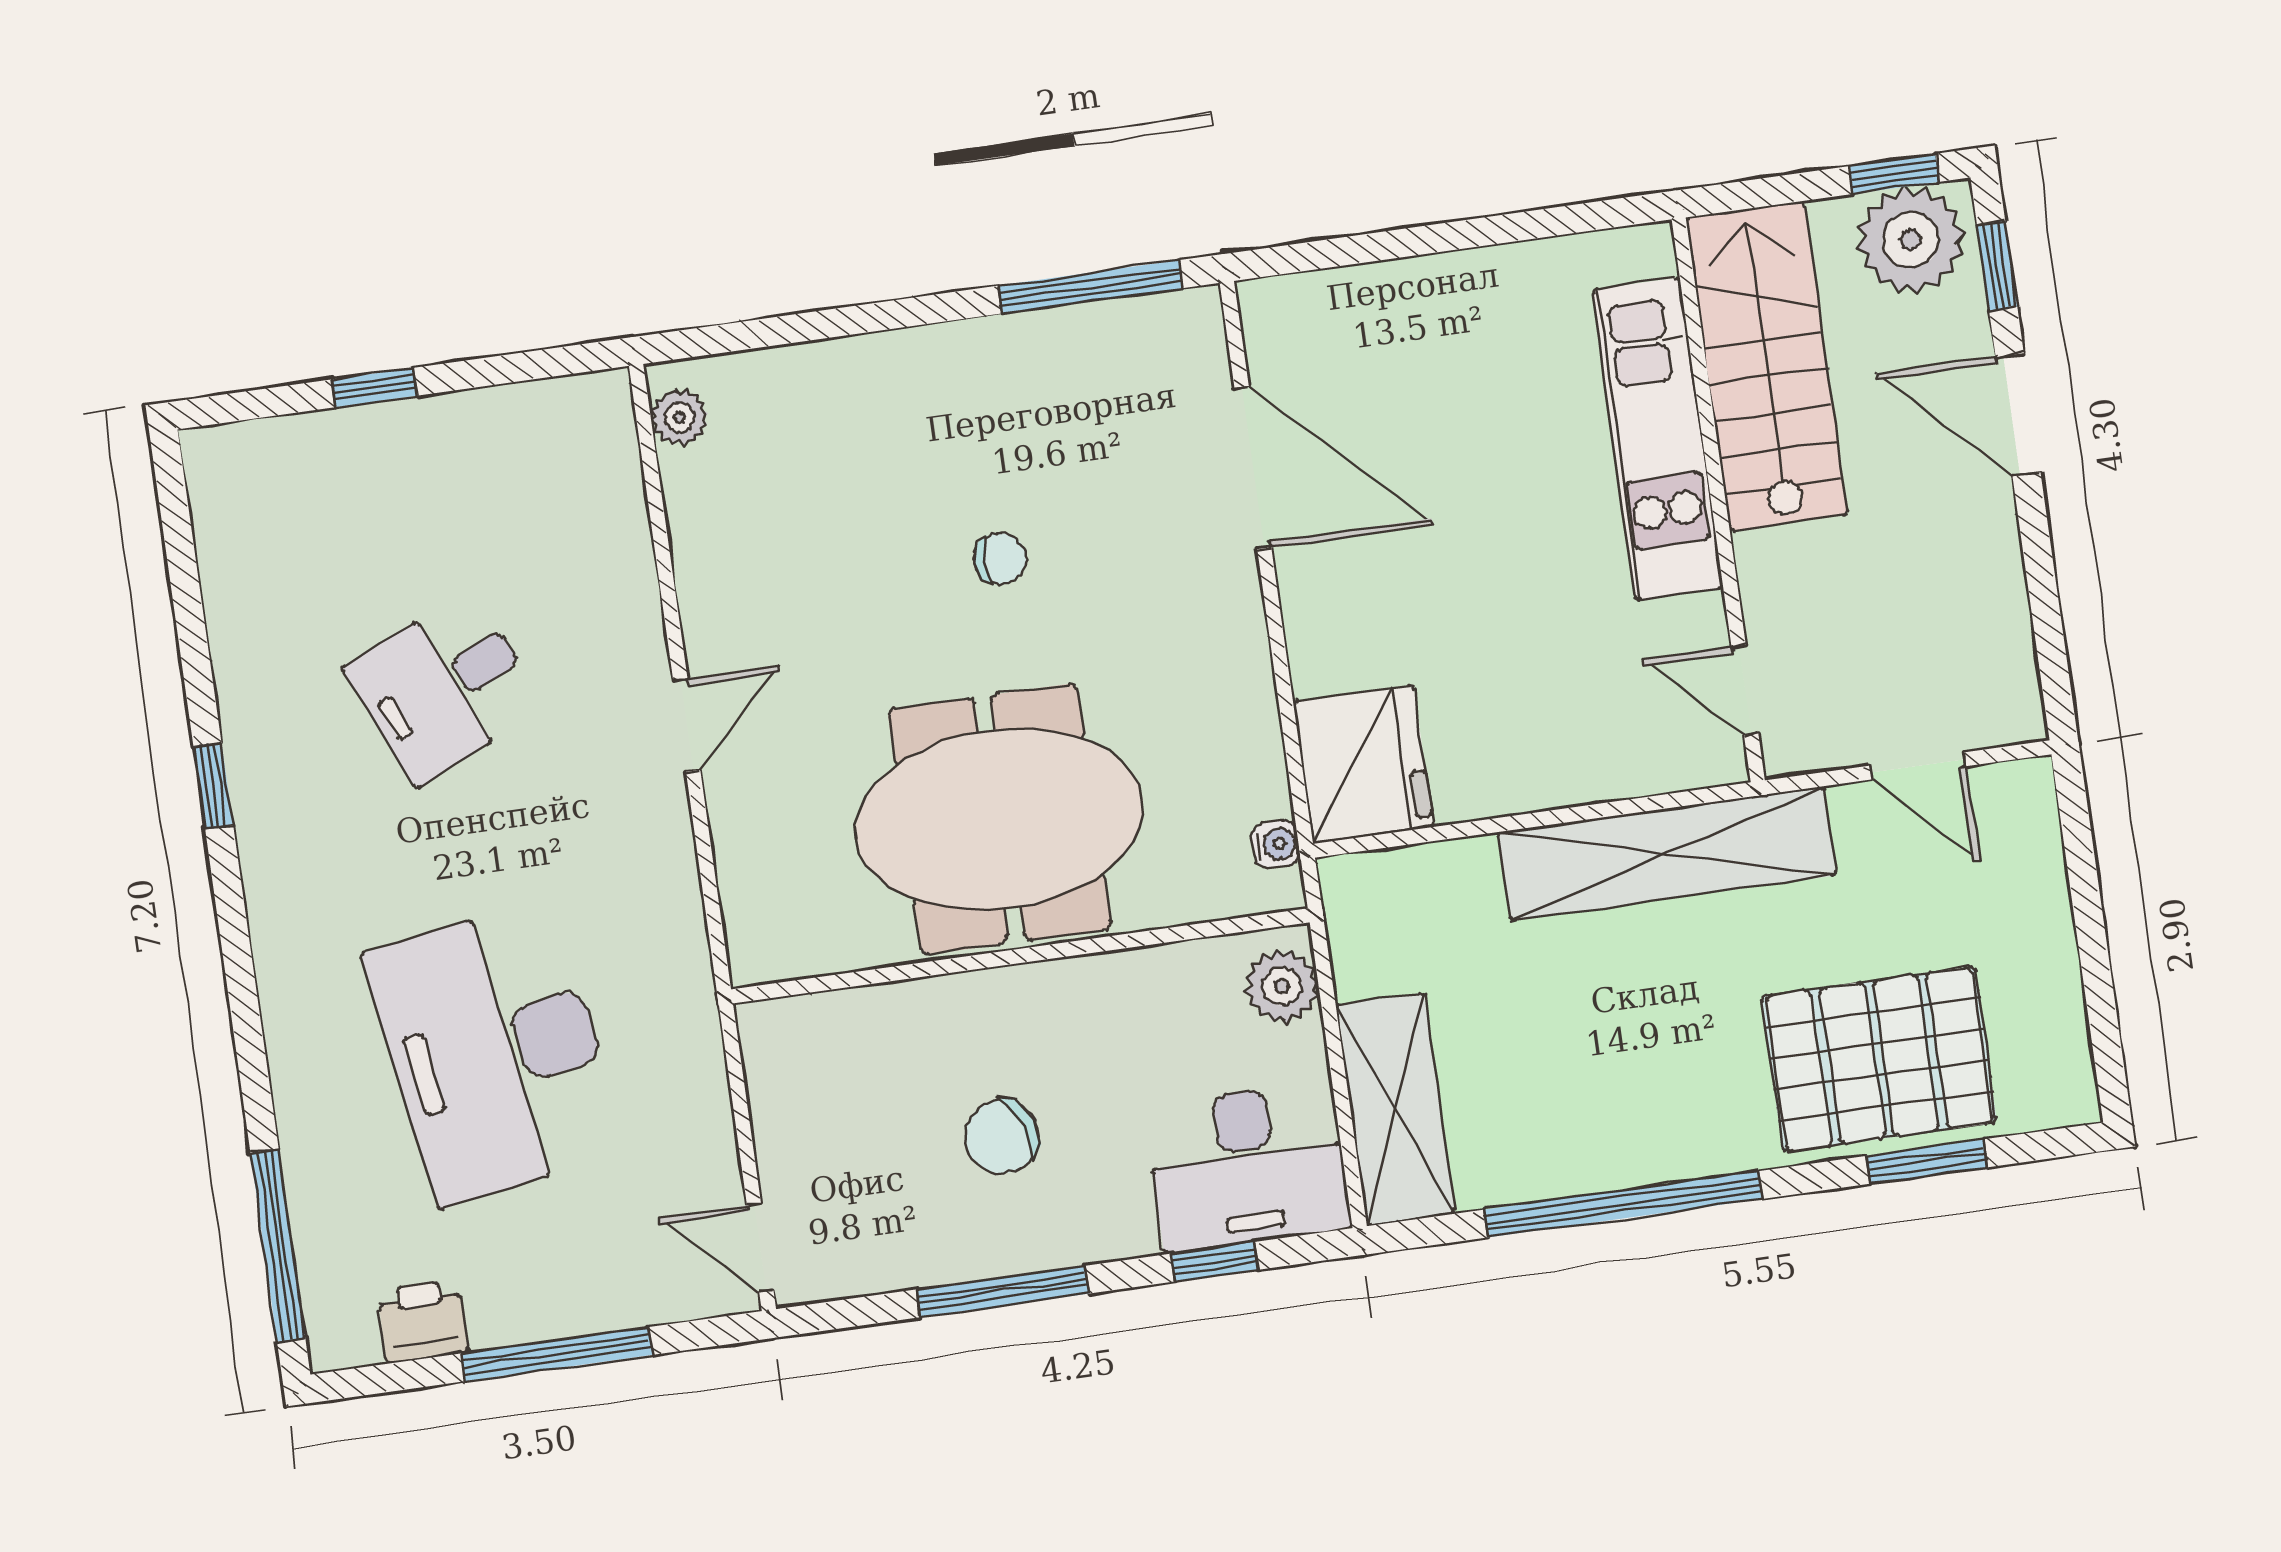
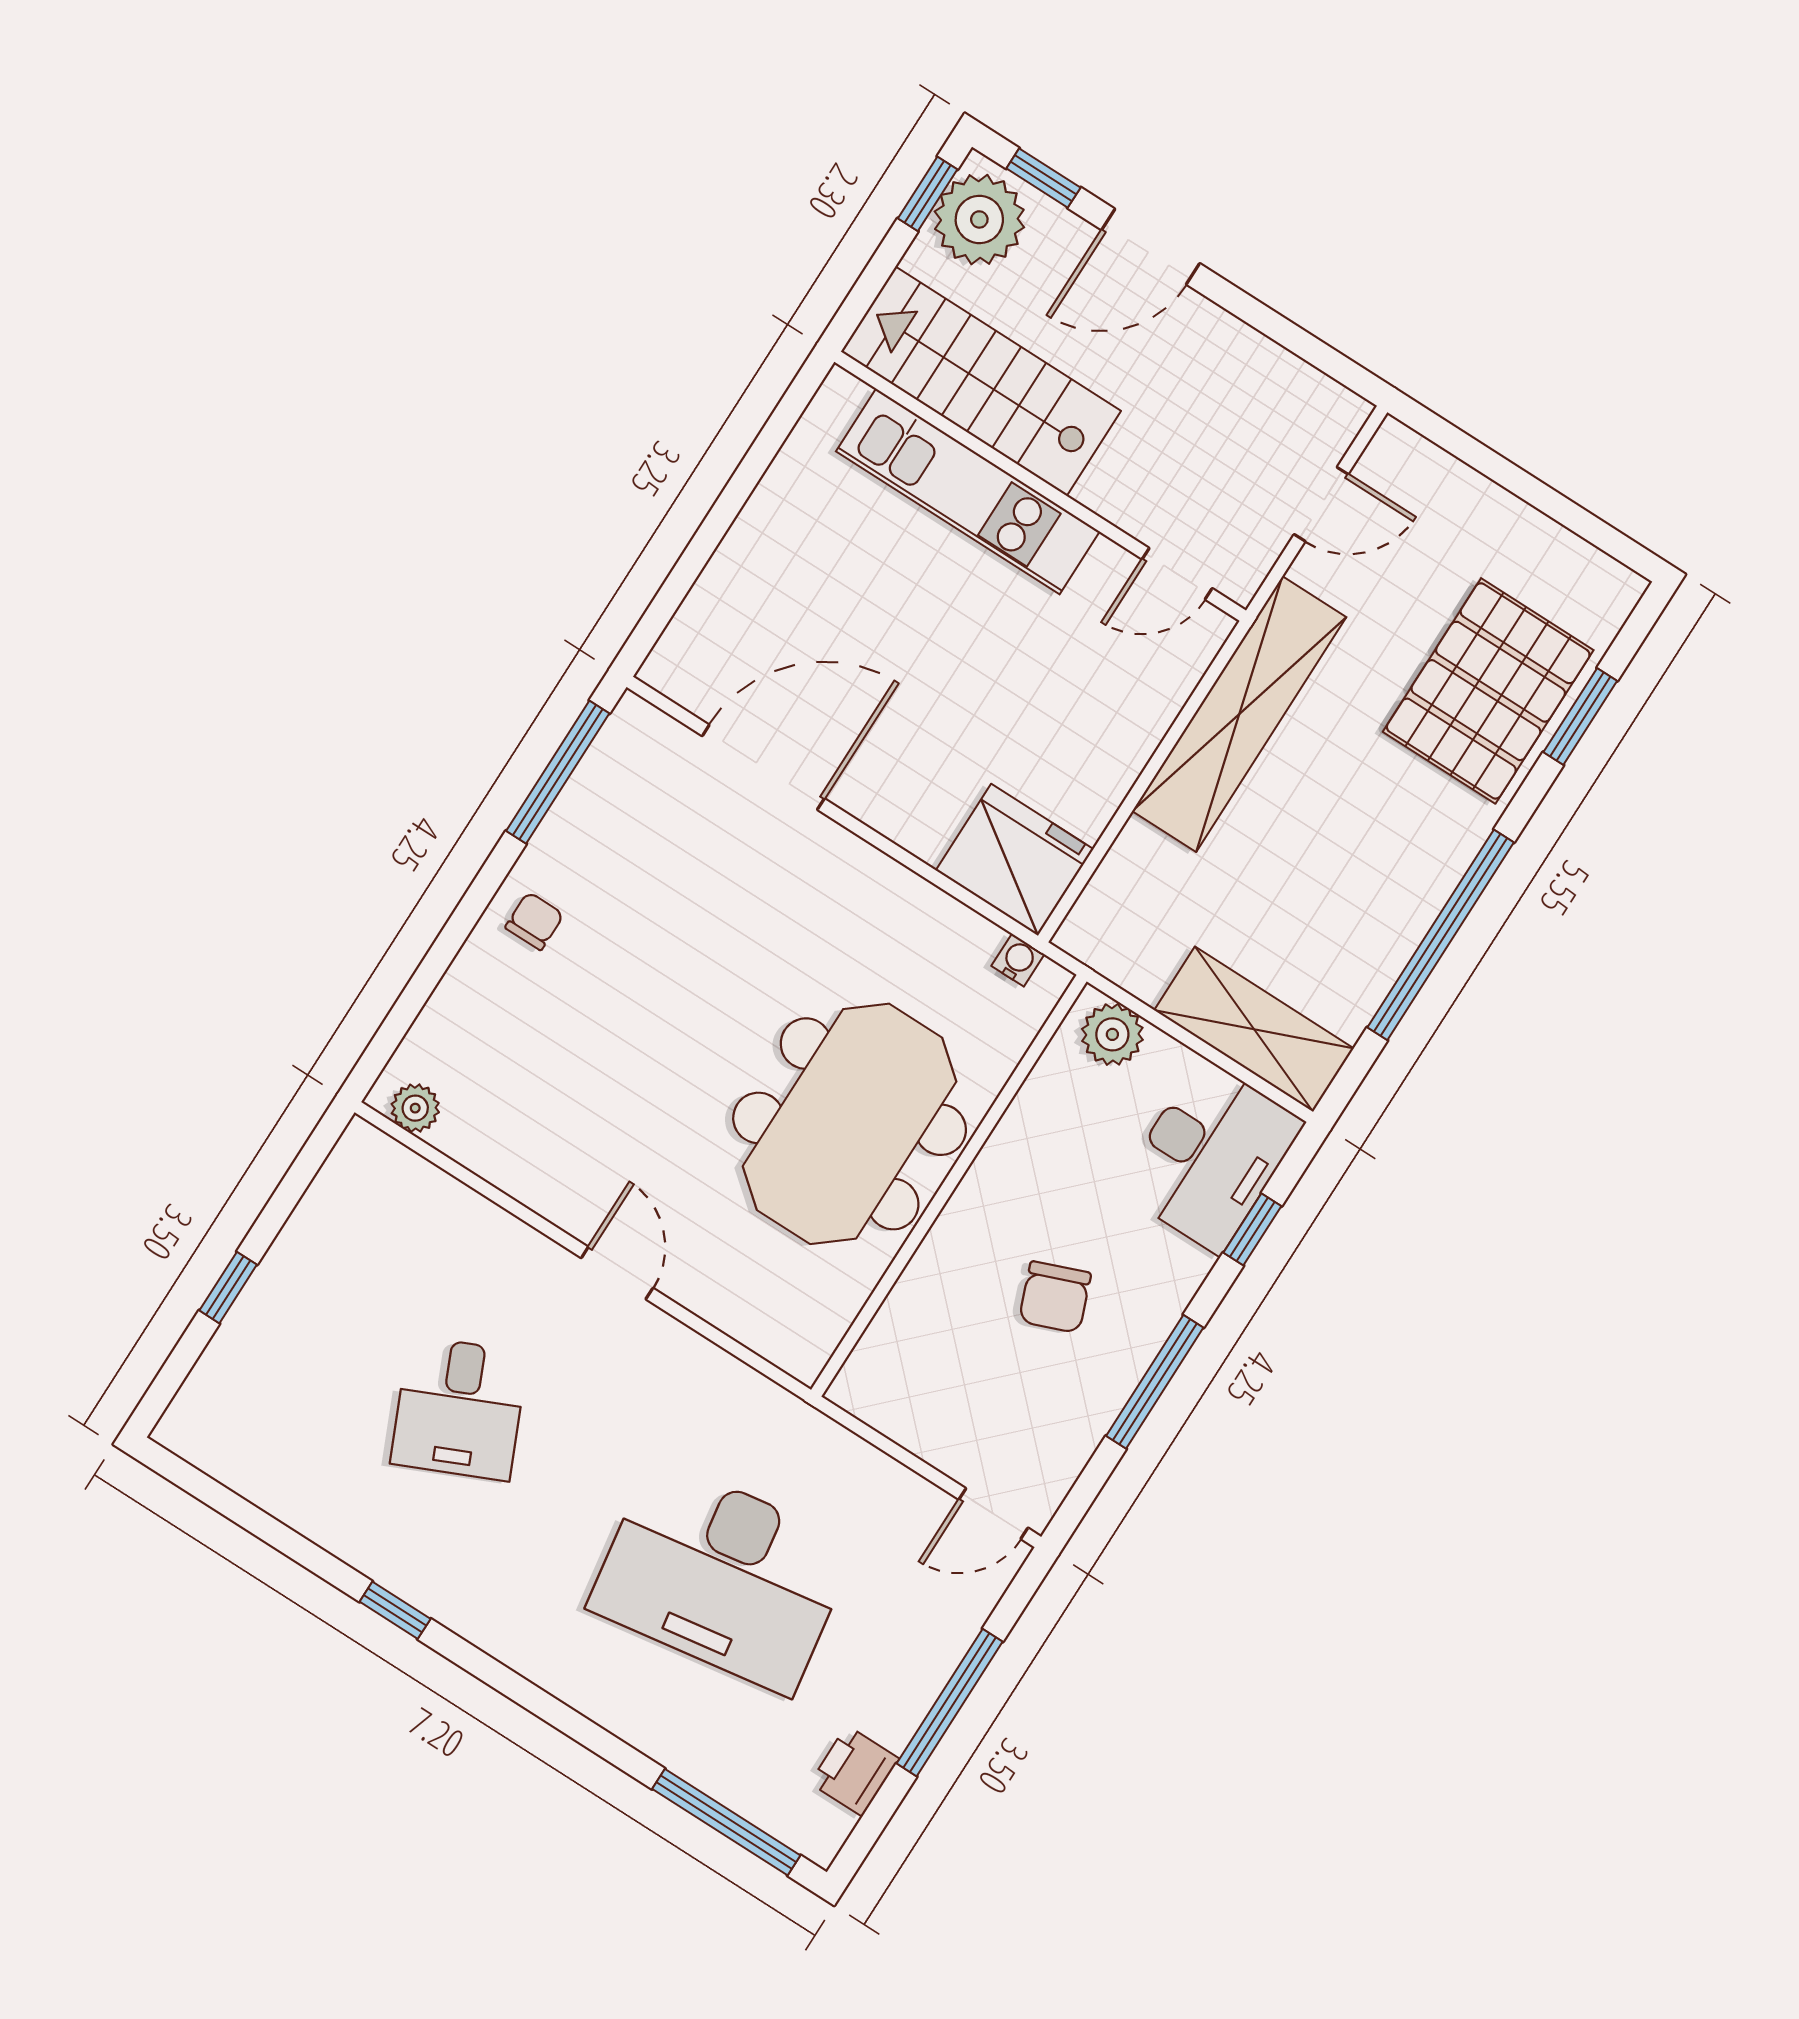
chair: (1001, 559) -> (534, 921), moved

